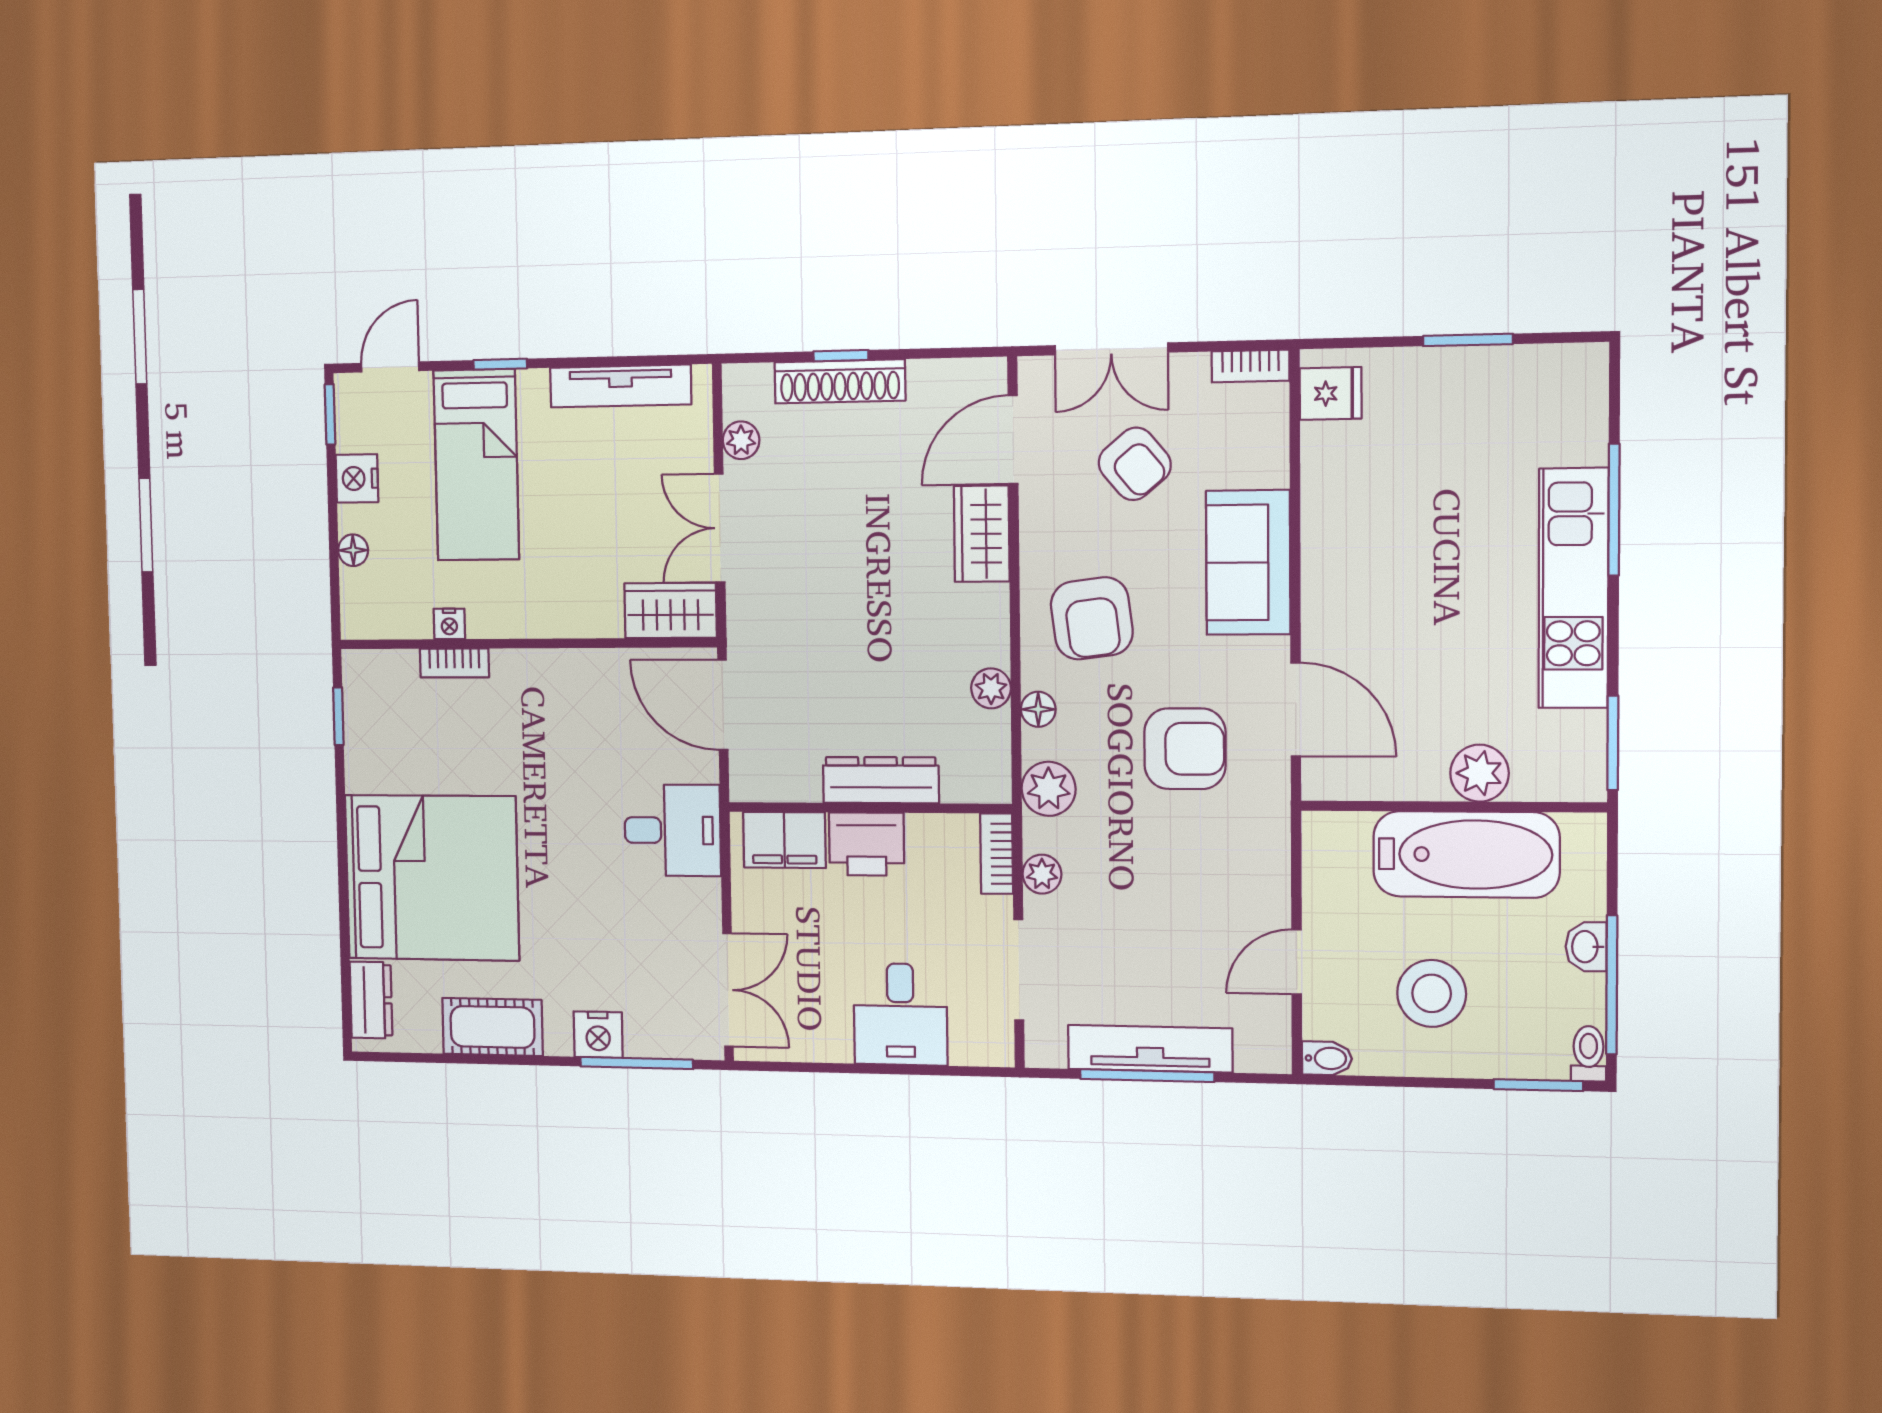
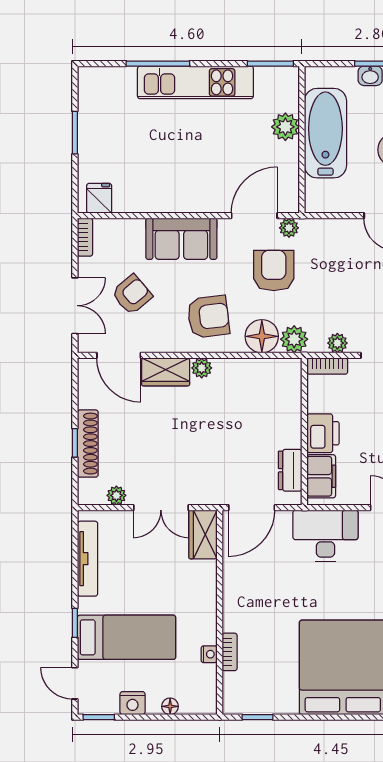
plant: (991, 688) -> (202, 368), moved
floor lamp: (1038, 709) -> (262, 336), width x1.89, depth x1.89
plant: (1271, 779) -> (289, 228), added
dresser: (881, 780) -> (290, 470), moved, width x0.70
desk: (673, 830) -> (325, 536), width x1.37

